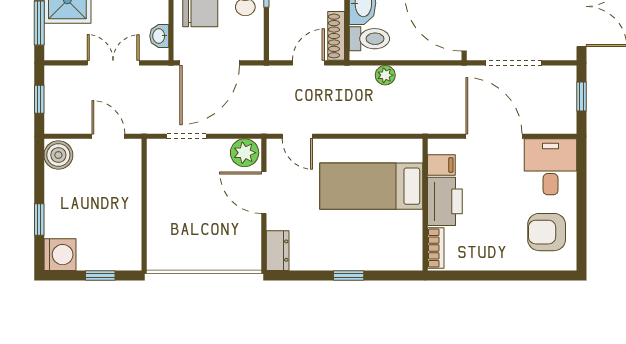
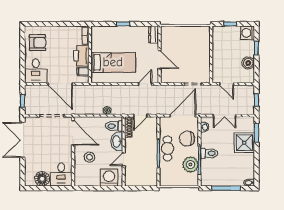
door: (297, 136) -> (145, 84), hinge flipped
plant: (245, 153) -> (168, 77), removed
boiler: (58, 155) -> (248, 63), moved

